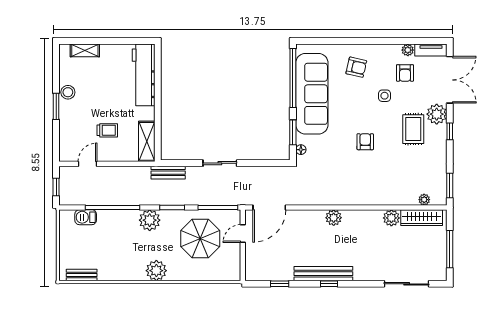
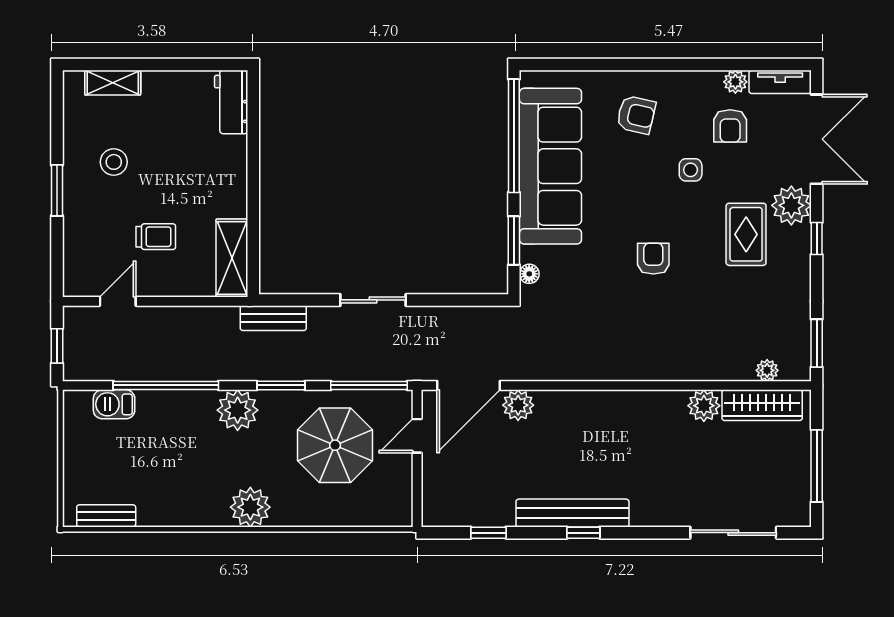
workbench: (144, 75) -> (231, 102), width x0.53, depth x0.76
stool: (68, 92) -> (114, 162), moved
plant: (334, 218) -> (518, 405), moved

